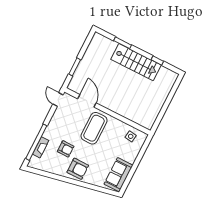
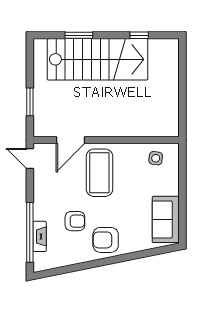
stairs: (136, 62) -> (98, 59), width x1.36, depth x1.51
door: (87, 101) -> (71, 140), swing flipped
armchair: (78, 169) -> (106, 240), turned 180

